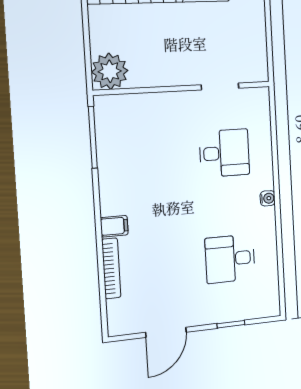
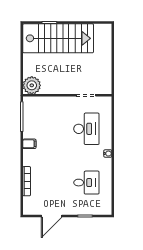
desk: (224, 153) -> (86, 129), width x1.37
filing cabinet: (114, 226) -> (29, 144), moved
desk: (230, 259) -> (86, 183), turned 180

